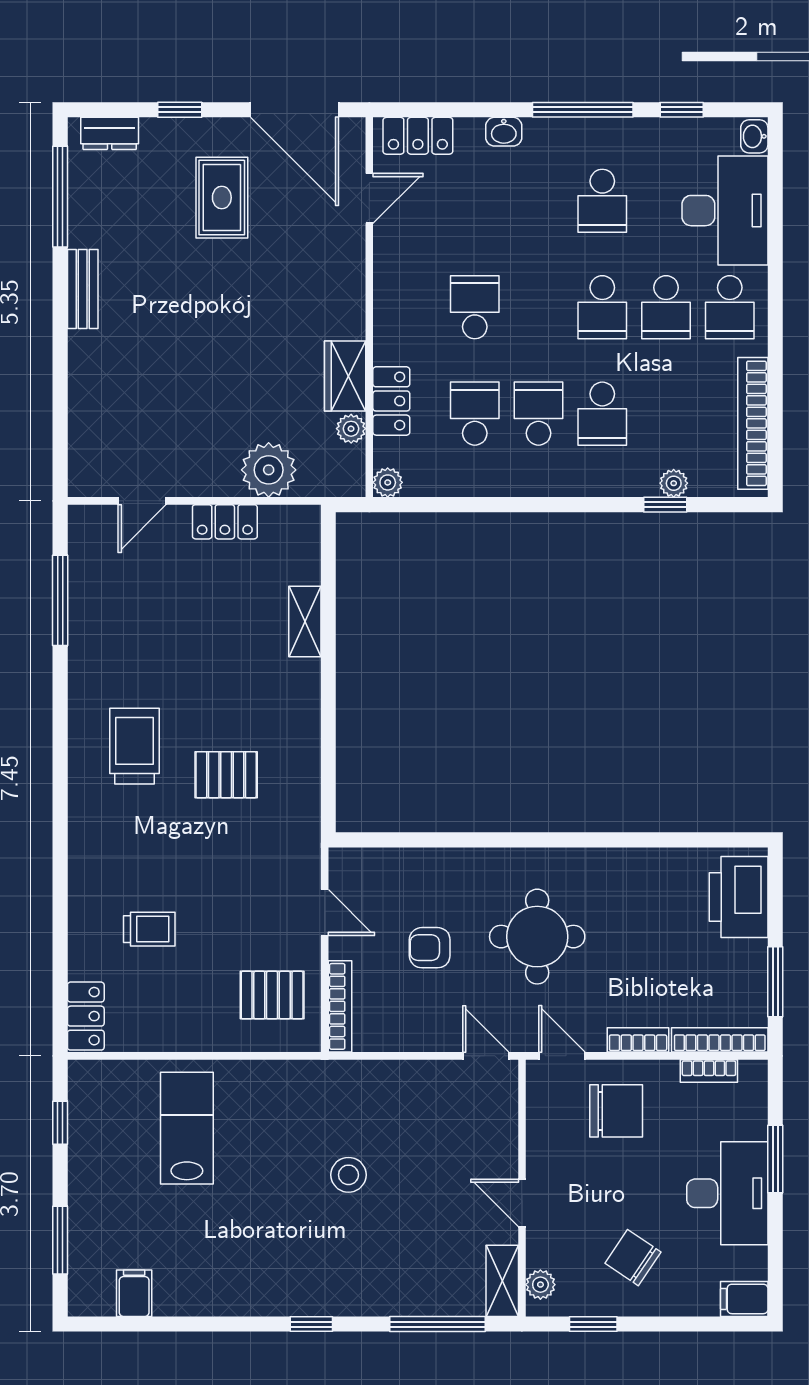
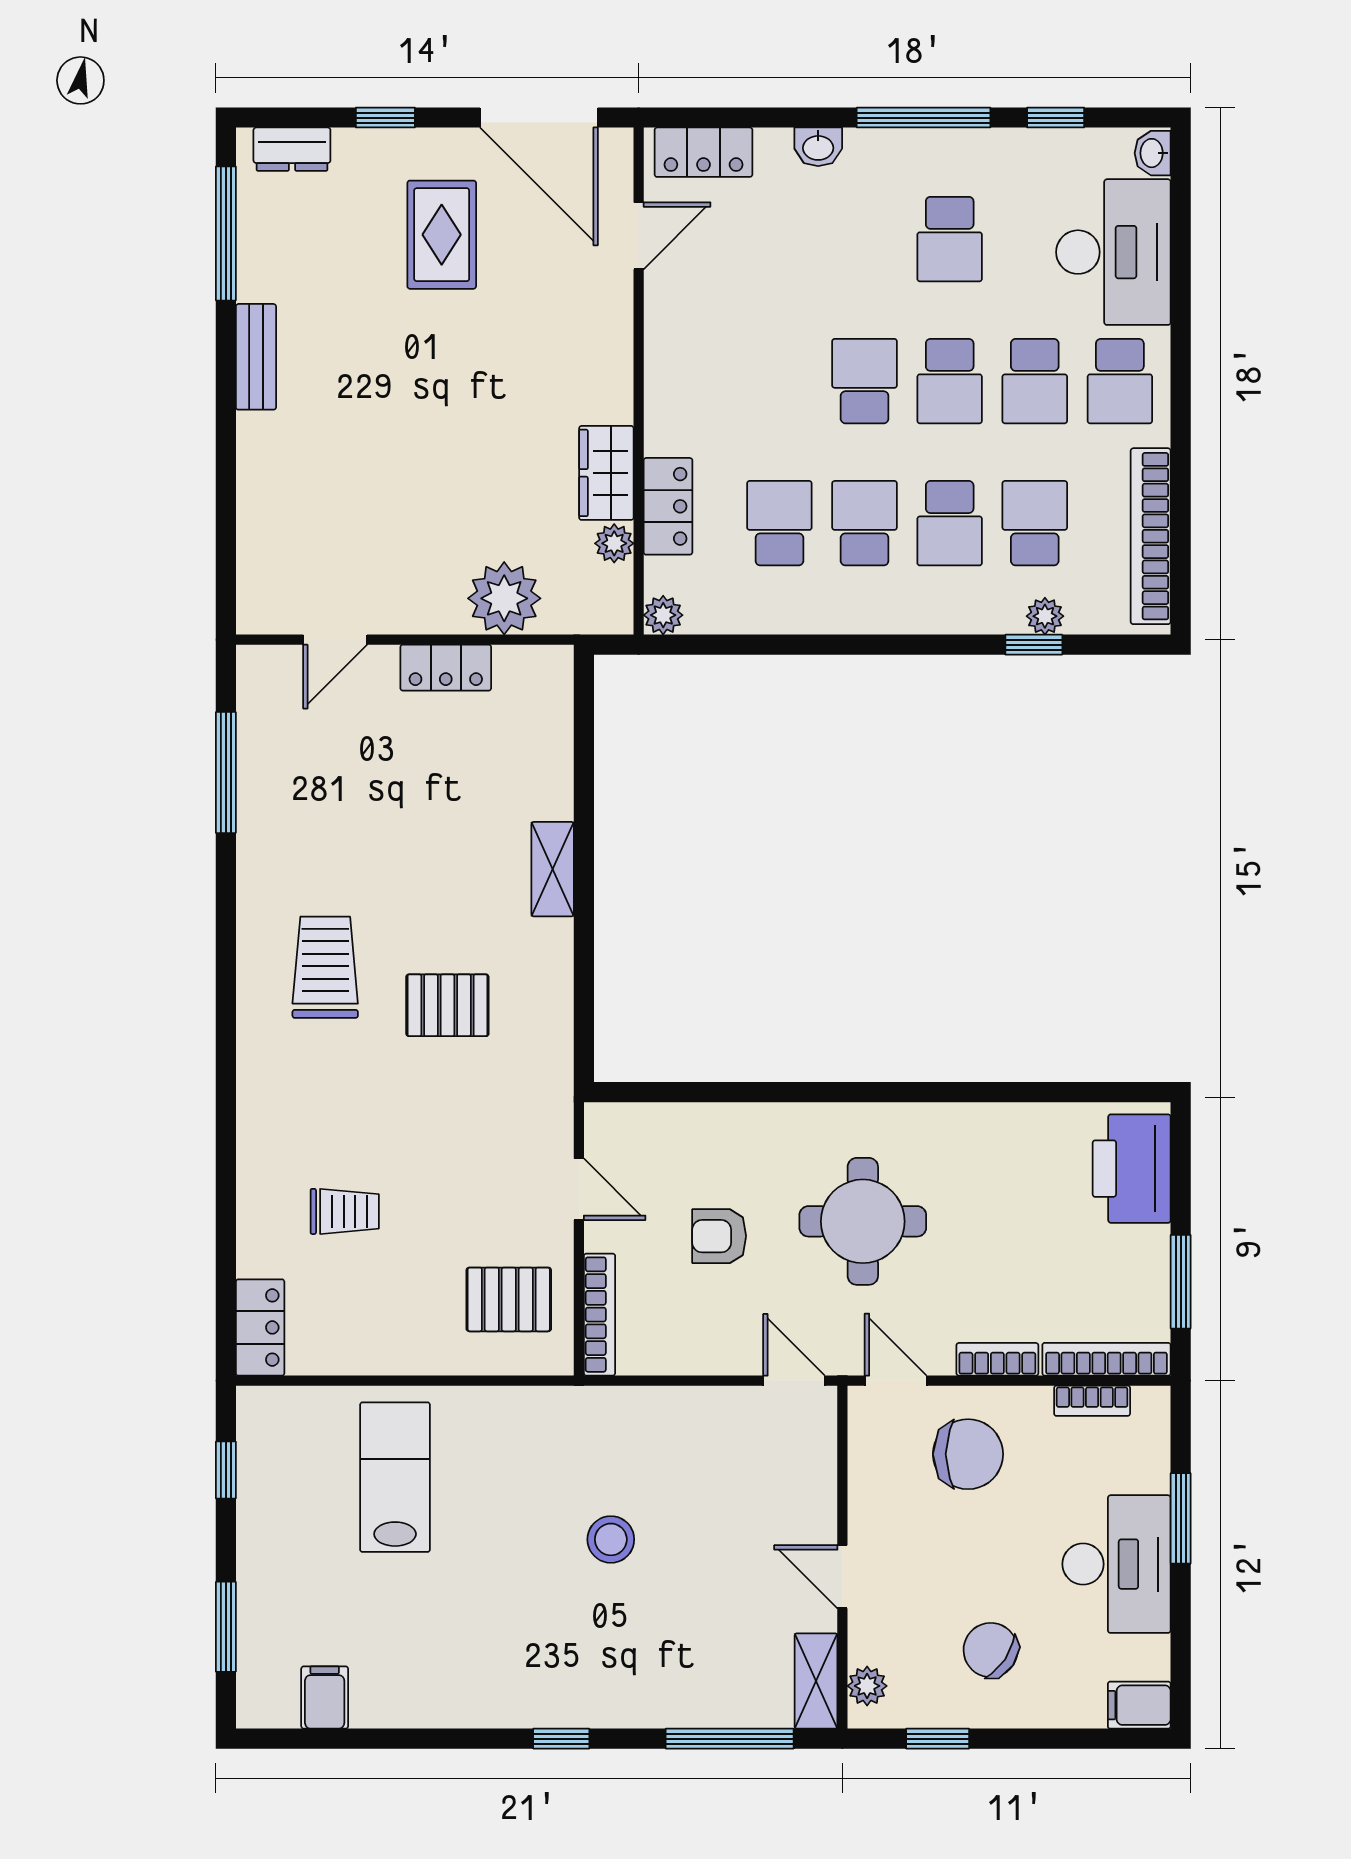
school desk: (475, 307) -> (865, 381), moved
school desk: (666, 414) -> (1035, 523), added
shelving: (305, 621) -> (553, 869), moved

